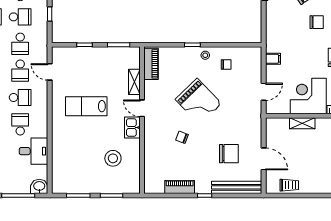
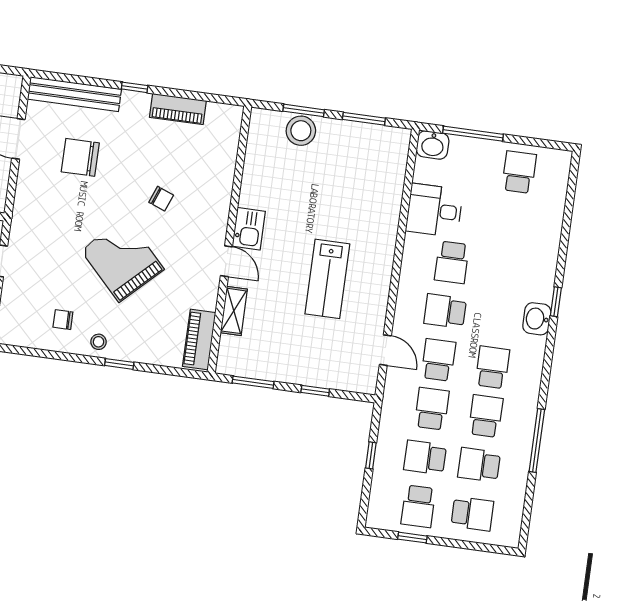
lab bench: (86, 106) -> (327, 279), turned 90
stool: (113, 158) -> (301, 131), moved

